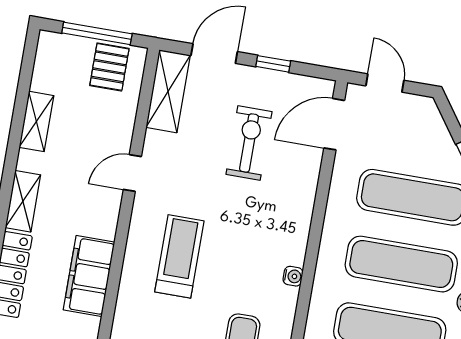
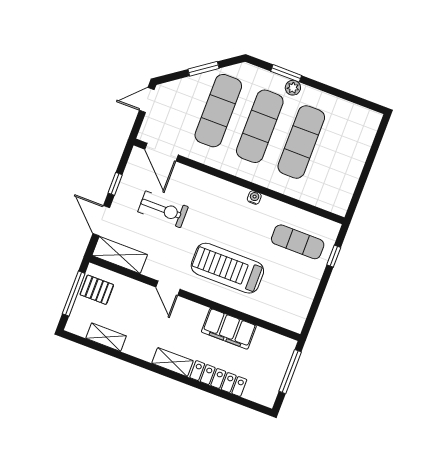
door: (385, 83) -> (147, 100), moved
shelving: (36, 121) -> (106, 337), moved
exercise bike: (249, 143) -> (163, 209), turned 180
treadmill: (179, 256) -> (227, 268), width x1.37, depth x1.38

